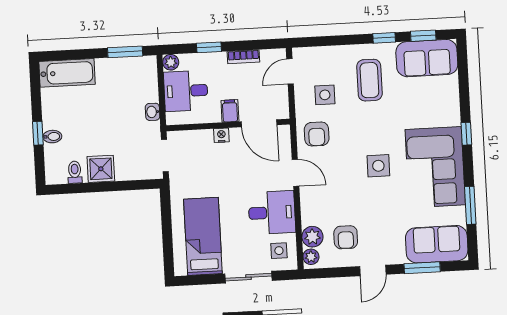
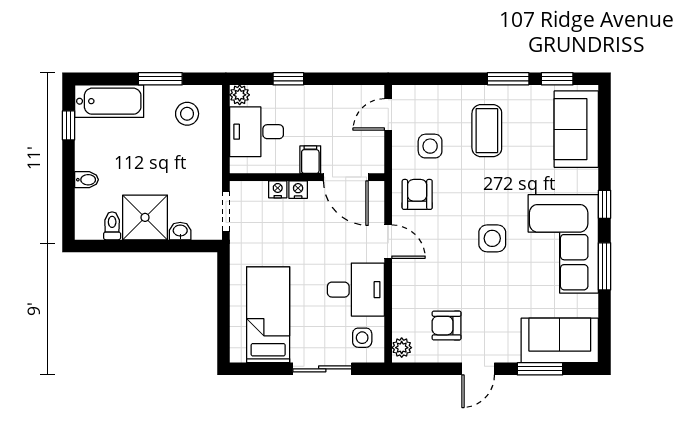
window: (384, 38) -> (508, 79), width x1.50
window: (125, 52) -> (160, 79), moved
bookcase: (243, 57) -> (331, 93), removed
sofa: (427, 58) -> (576, 129), moved, turned 90
stool: (130, 80) -> (187, 114), added
washbasin: (153, 112) -> (180, 231), moved, turned 90
window: (38, 133) -> (69, 125), moved
armchair: (317, 134) -> (417, 194), turned 180
nightstand: (205, 136) -> (278, 189), added
shower: (101, 169) -> (145, 217), width x1.36, depth x1.36
window: (470, 205) -> (605, 266), moved
plant: (312, 237) -> (405, 323), removed
armchair: (346, 237) -> (447, 326), turned 90

